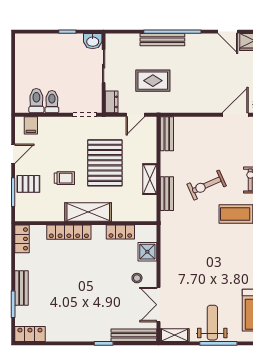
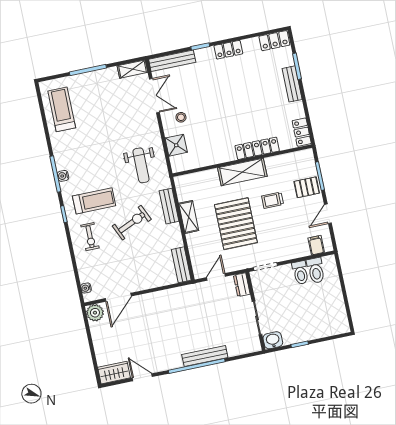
rug: (153, 81) -> (206, 314), removed
locker: (120, 232) -> (228, 50), moved, turned 180
weight bench: (212, 323) -> (141, 165), moved

